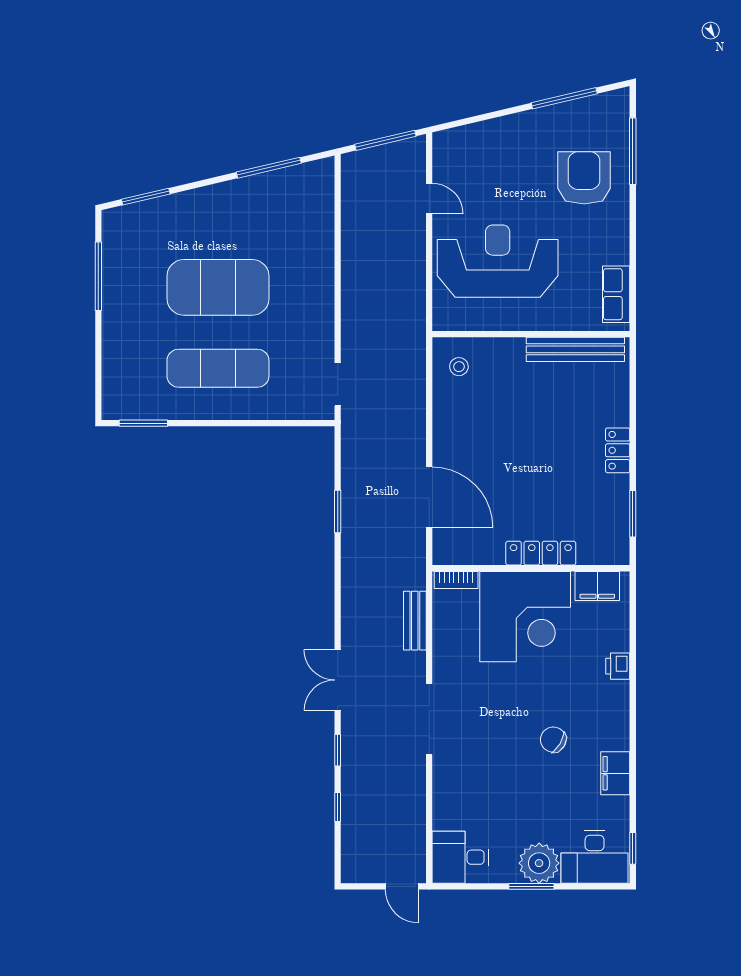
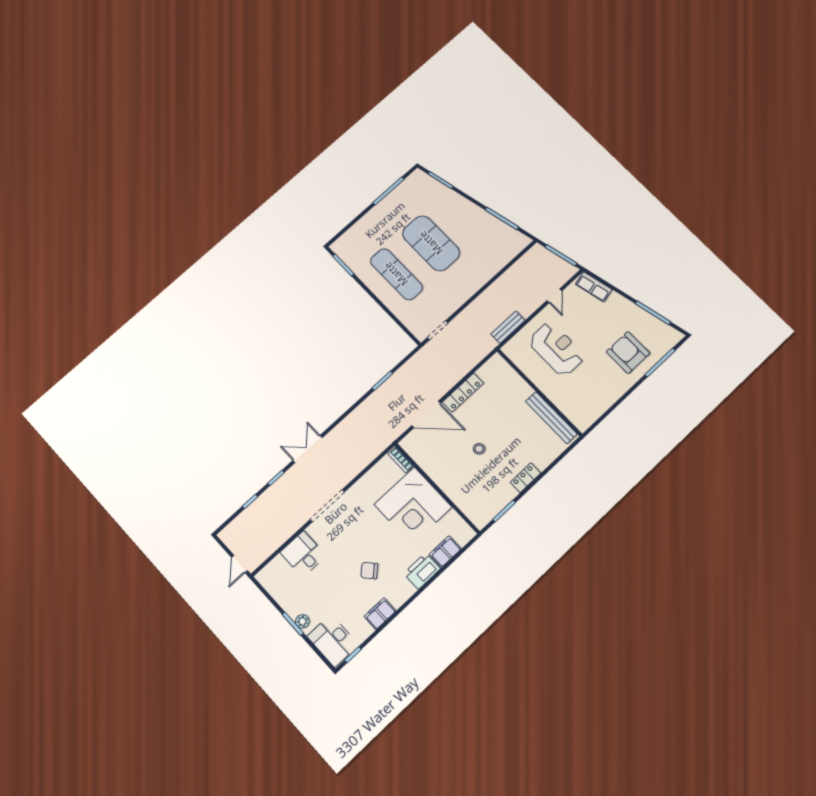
armchair: (584, 178) -> (628, 353), turned -90
reception desk: (498, 261) -> (556, 349), width x0.74, depth x0.77
row of seats: (616, 294) -> (594, 287), moved, turned -103
stool: (459, 367) -> (479, 449), moved
door: (429, 497) -> (426, 414), hinge flipped
locker: (541, 553) -> (463, 393), moved, turned 90
filing cabinet: (597, 586) -> (445, 552), moved, turned 90
bench: (415, 621) -> (508, 327), moved
printer: (618, 666) -> (422, 571), width x1.87, depth x1.48
chair: (553, 740) -> (369, 571), turned -73
desk: (460, 857) -> (303, 554), moved
plant: (539, 863) -> (302, 621), width x0.53, depth x0.53

